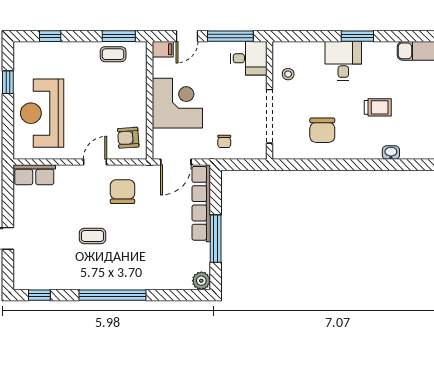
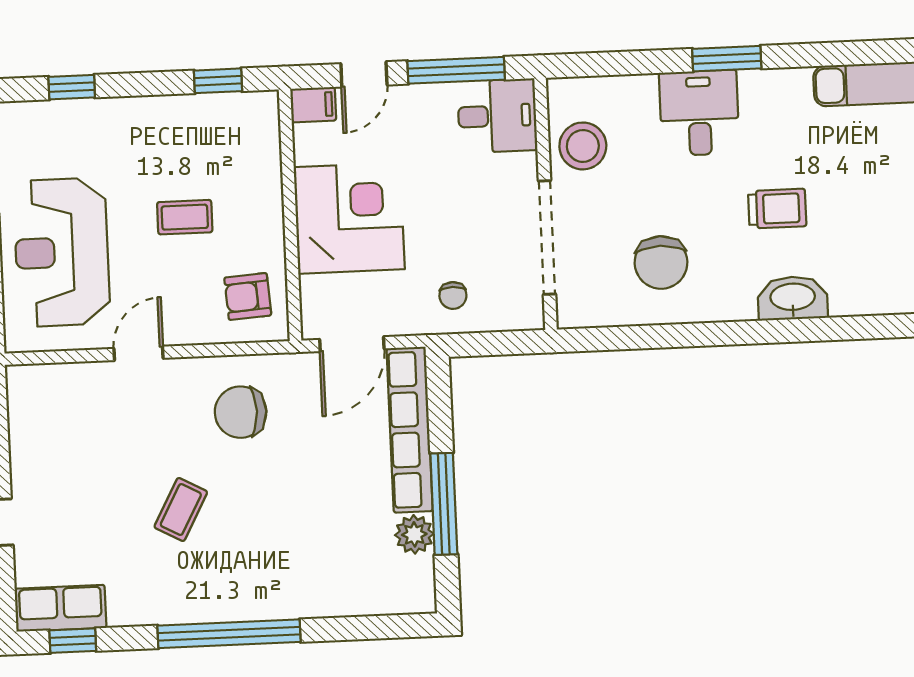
window: (119, 36) -> (218, 81), width x0.67
coffee table: (113, 54) -> (185, 217), moved
stool: (288, 74) -> (583, 146), width x1.89, depth x1.89
washbasin: (391, 153) -> (793, 298), width x1.91, depth x1.45
door: (95, 162) -> (138, 353), moved
row of seats: (34, 175) -> (60, 608), moved, turned 180
chair: (122, 192) -> (241, 412), turned -90
coffee table: (93, 236) -> (181, 510), turned -62
plant: (201, 281) -> (414, 534), moved

